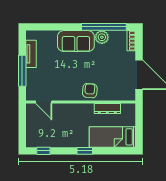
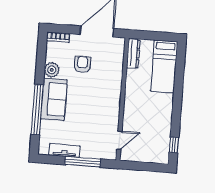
window: (104, 27) -> (37, 110), moved
armchair: (90, 91) -> (82, 64), moved, turned 85
dresser: (107, 109) -> (133, 54), moved
window: (85, 151) -> (177, 99), removed

